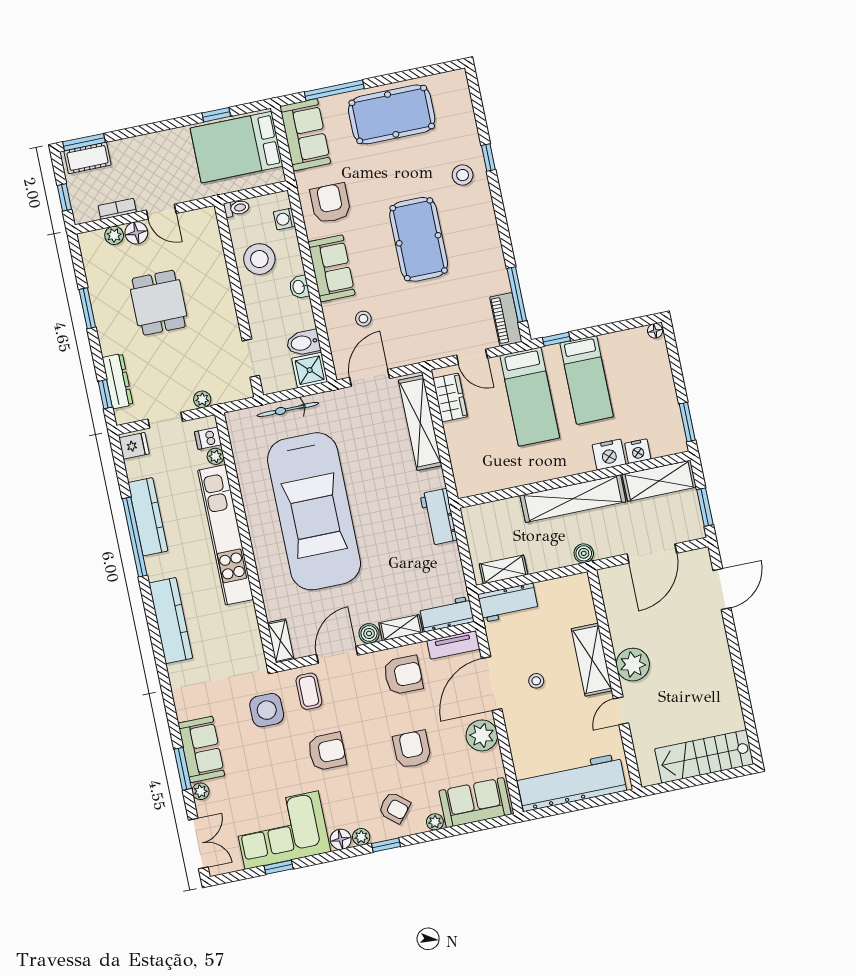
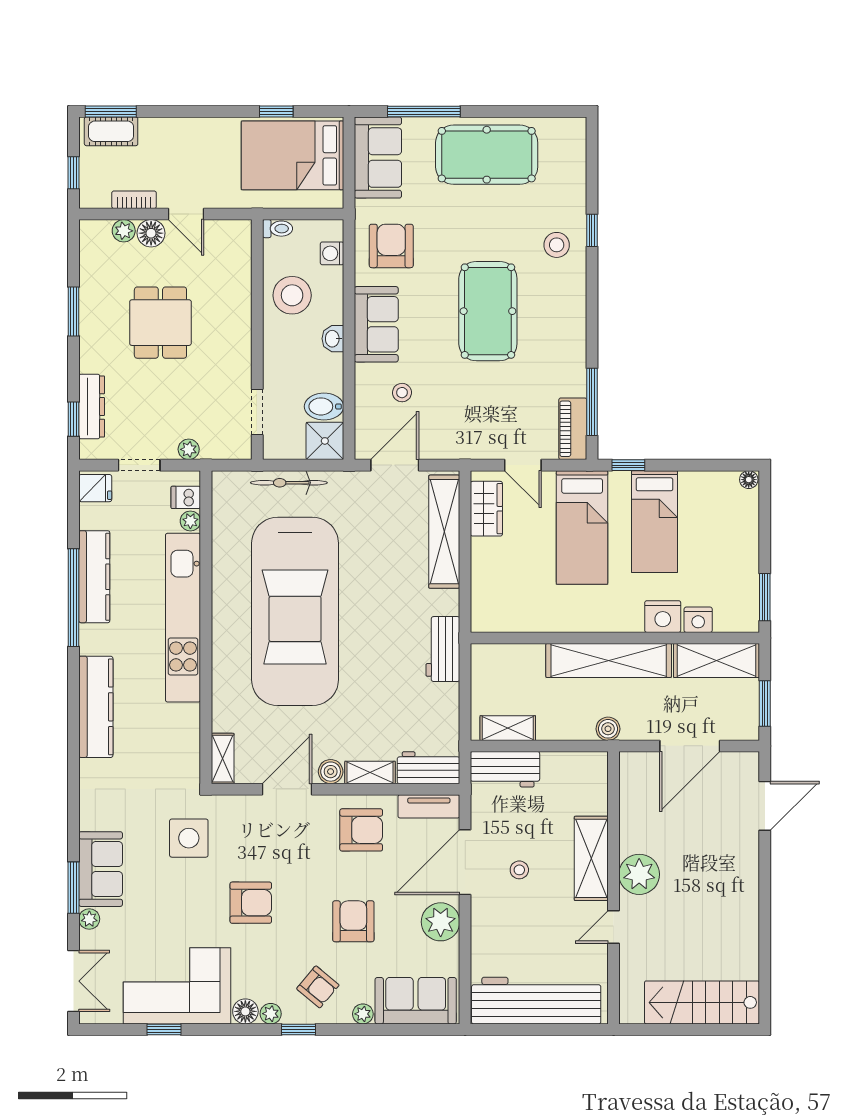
coffee table: (309, 691) -> (244, 826), removed

